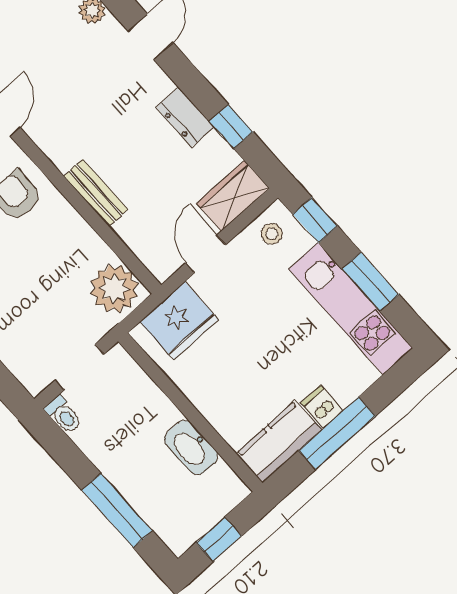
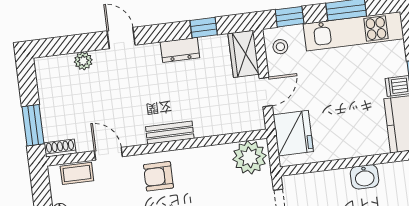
bench: (96, 193) -> (170, 133), moved
door: (206, 254) -> (266, 92), swing flipped
washbasin: (191, 447) -> (365, 177), width x0.72

